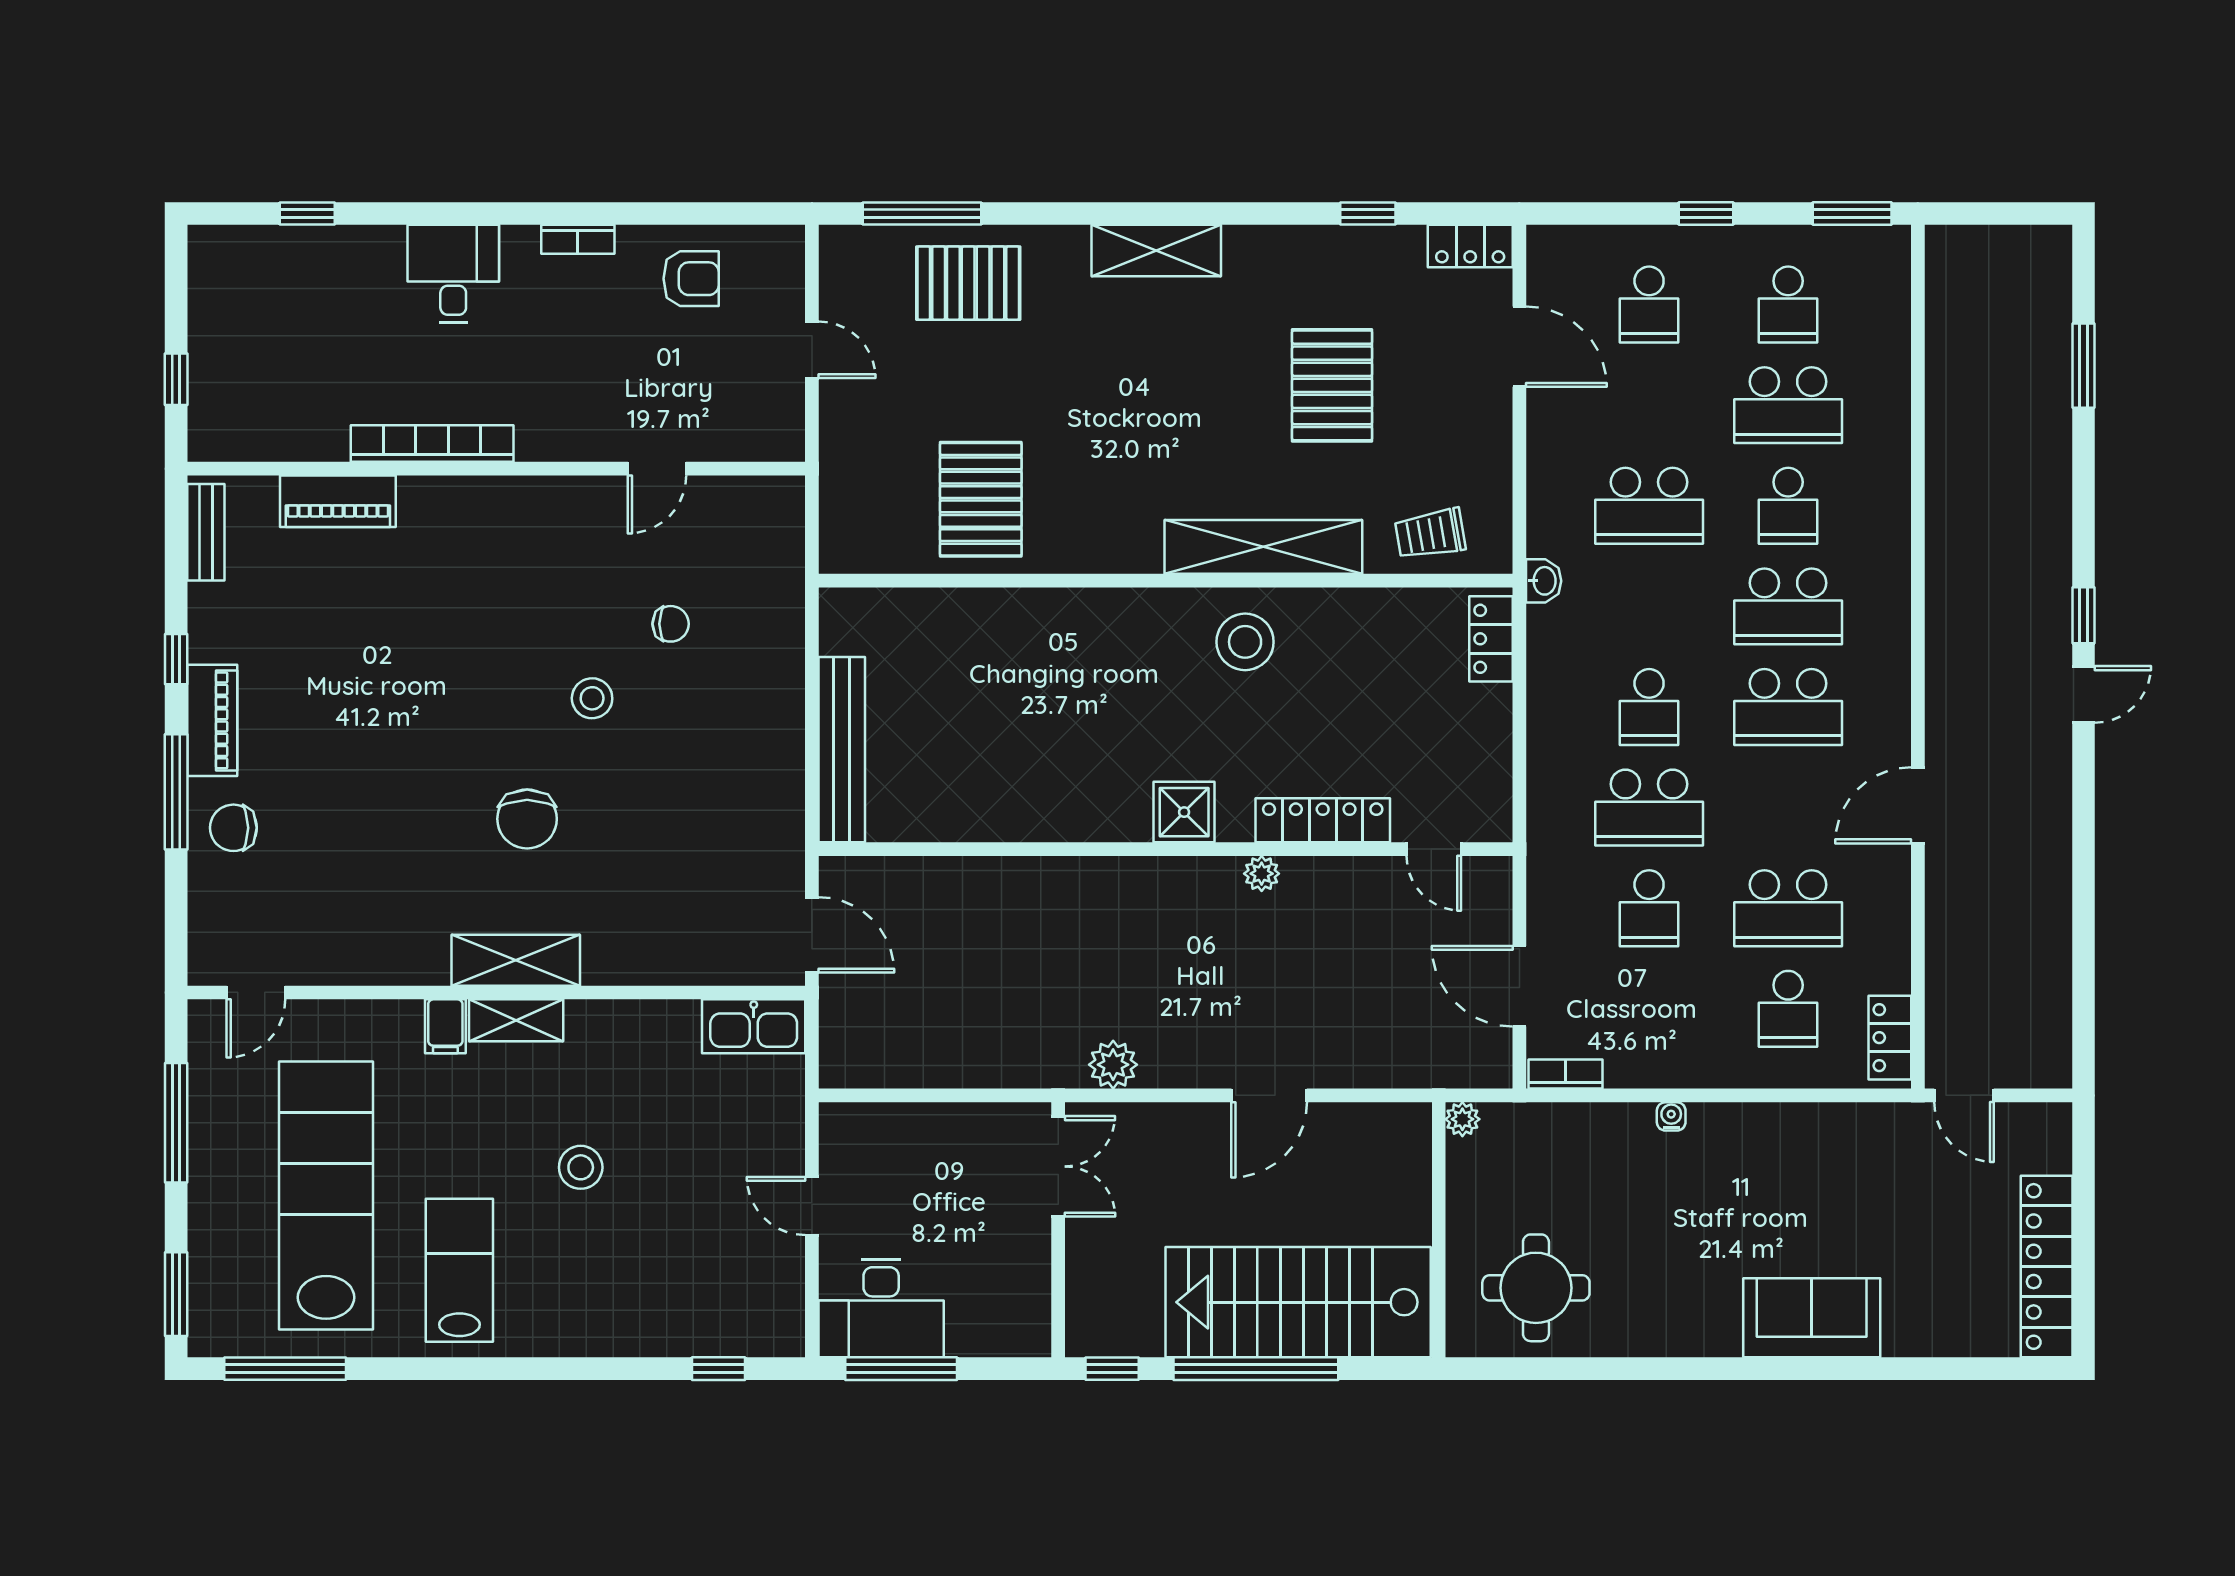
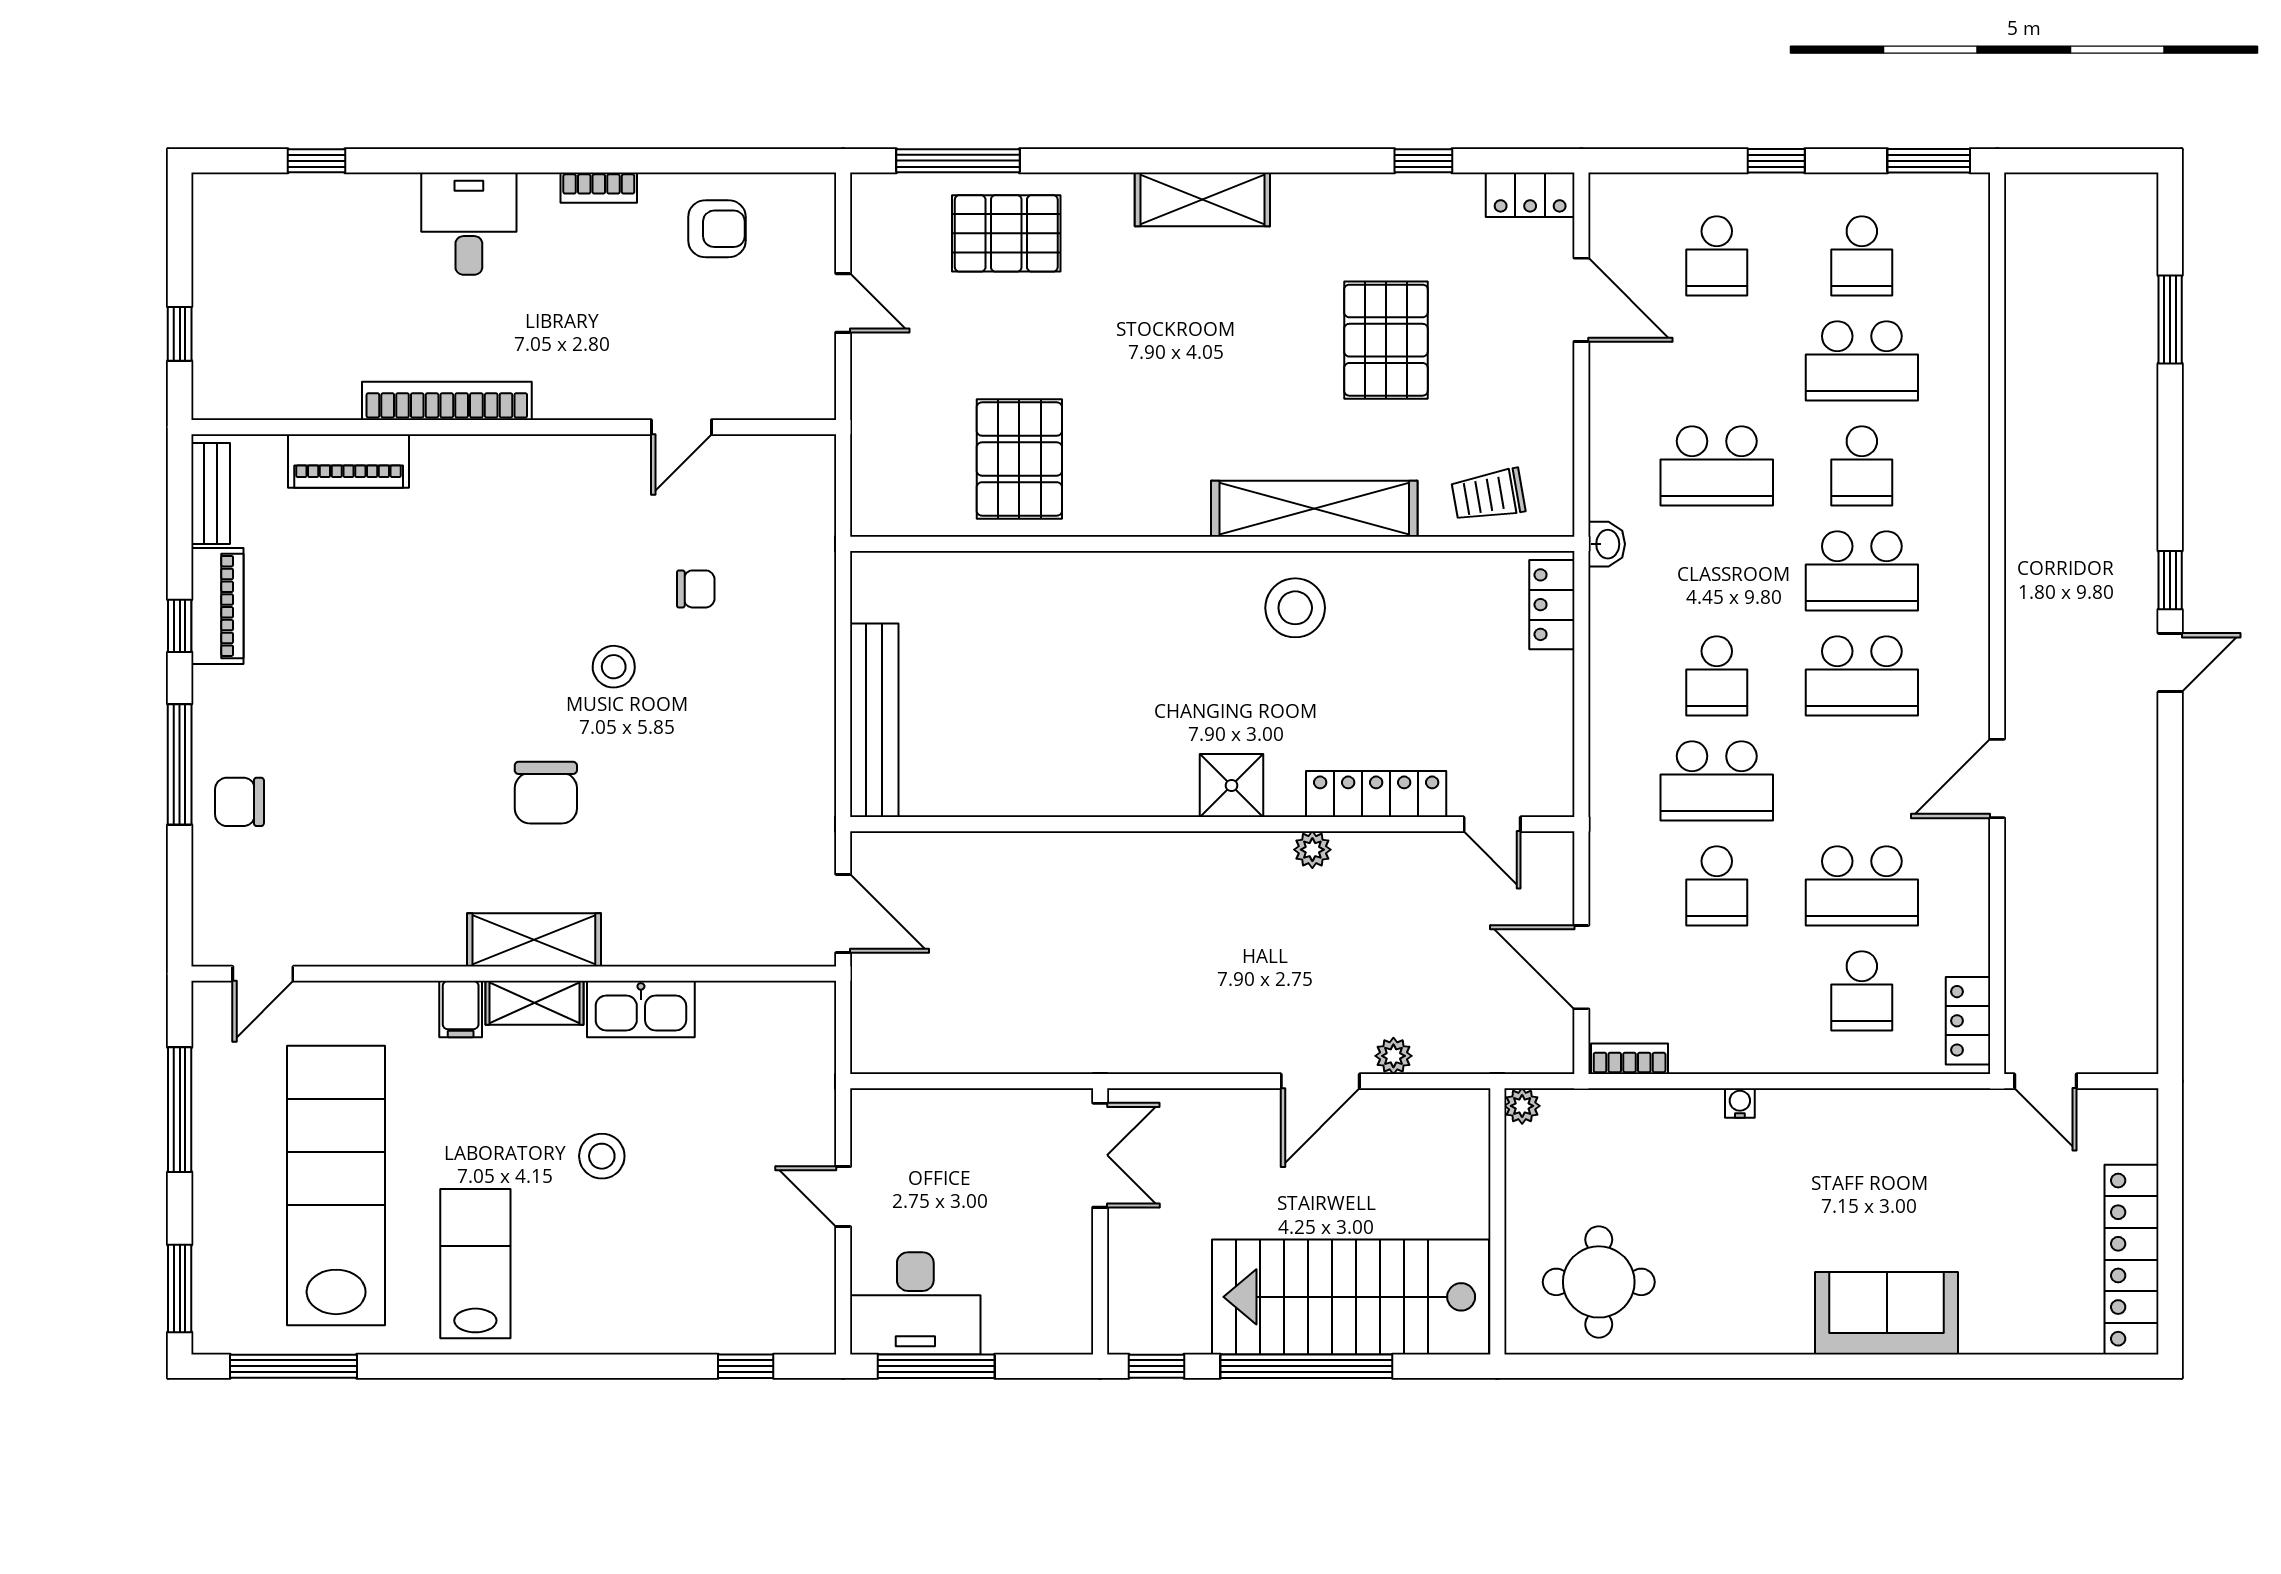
piano: (212, 720) -> (217, 606), moved
kitchen sink: (754, 1026) -> (641, 1009), moved
plant: (1113, 1065) -> (1393, 1056), moved, width x0.73, depth x0.73

